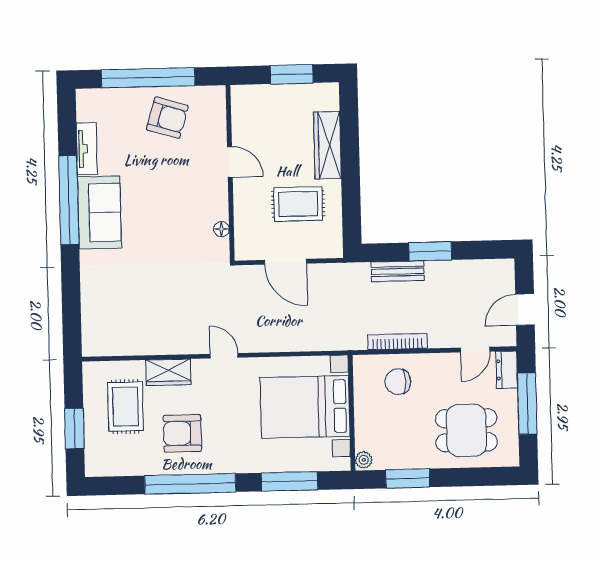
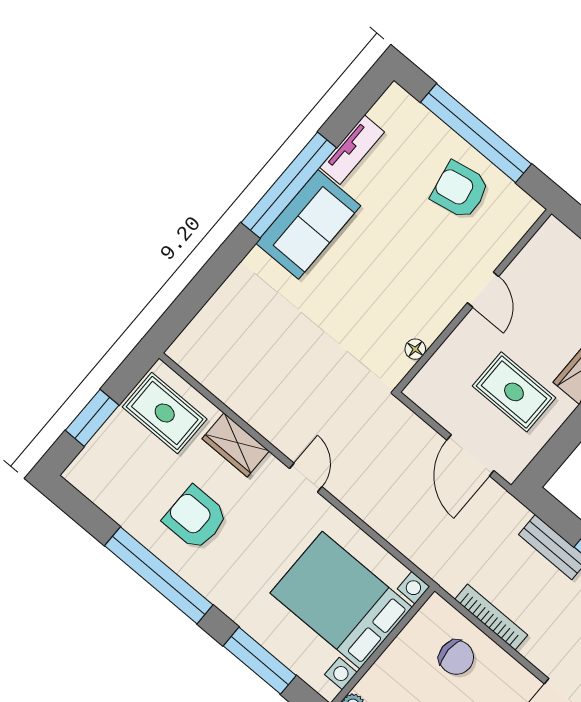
armchair: (167, 118) -> (460, 190), turned 152
door: (285, 262) -> (470, 455), moved
chair: (398, 382) -> (456, 657), turned 180
rug: (125, 407) -> (165, 413), moved, turned 90

